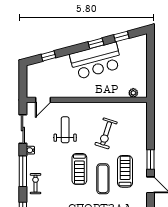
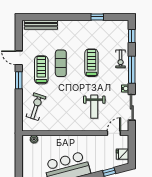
fridge: (33, 76) -> (122, 154), added
exercise bike: (106, 133) -> (36, 107), moved
treadmill: (79, 169) -> (91, 63), moved
treadmill: (125, 171) -> (41, 70), turned 180

